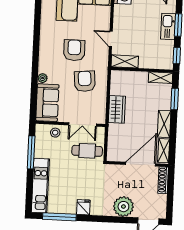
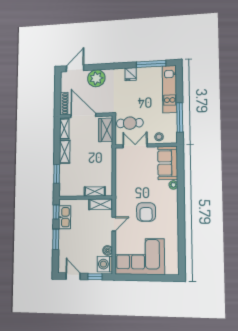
boiler: (119, 10) -> (108, 250), added
kitchen sink: (168, 26) -> (65, 217), moved
door: (111, 39) -> (114, 224), hinge flipped
shelving: (161, 78) -> (95, 191), moved
armchair: (85, 81) -> (135, 184), removed
wardrobe: (117, 109) -> (106, 130), moved
door: (141, 164) -> (83, 116), swing flipped

